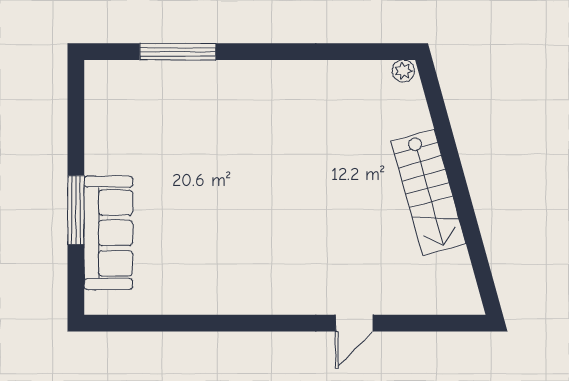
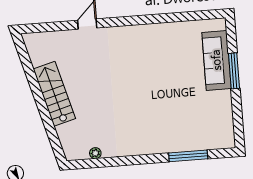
plant: (403, 71) -> (95, 153), moved

